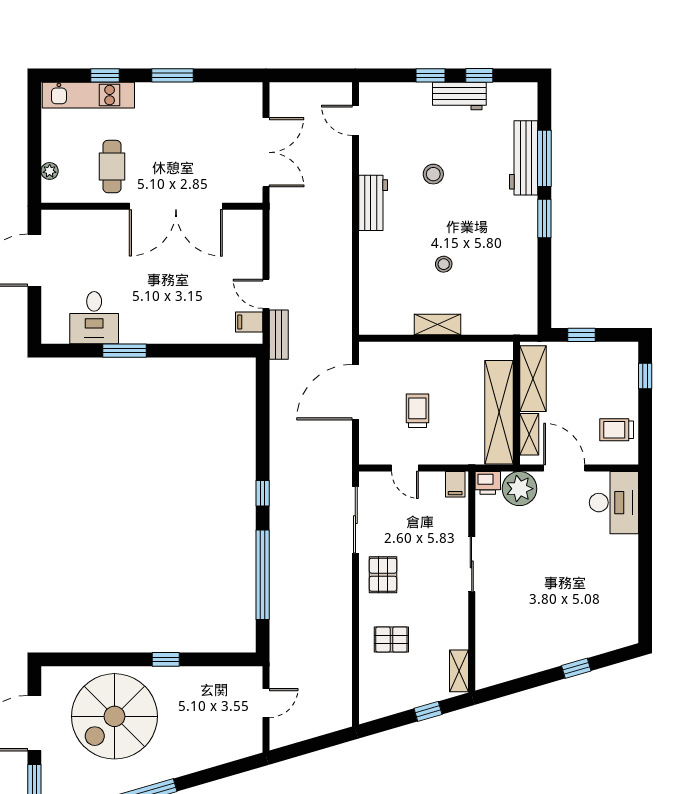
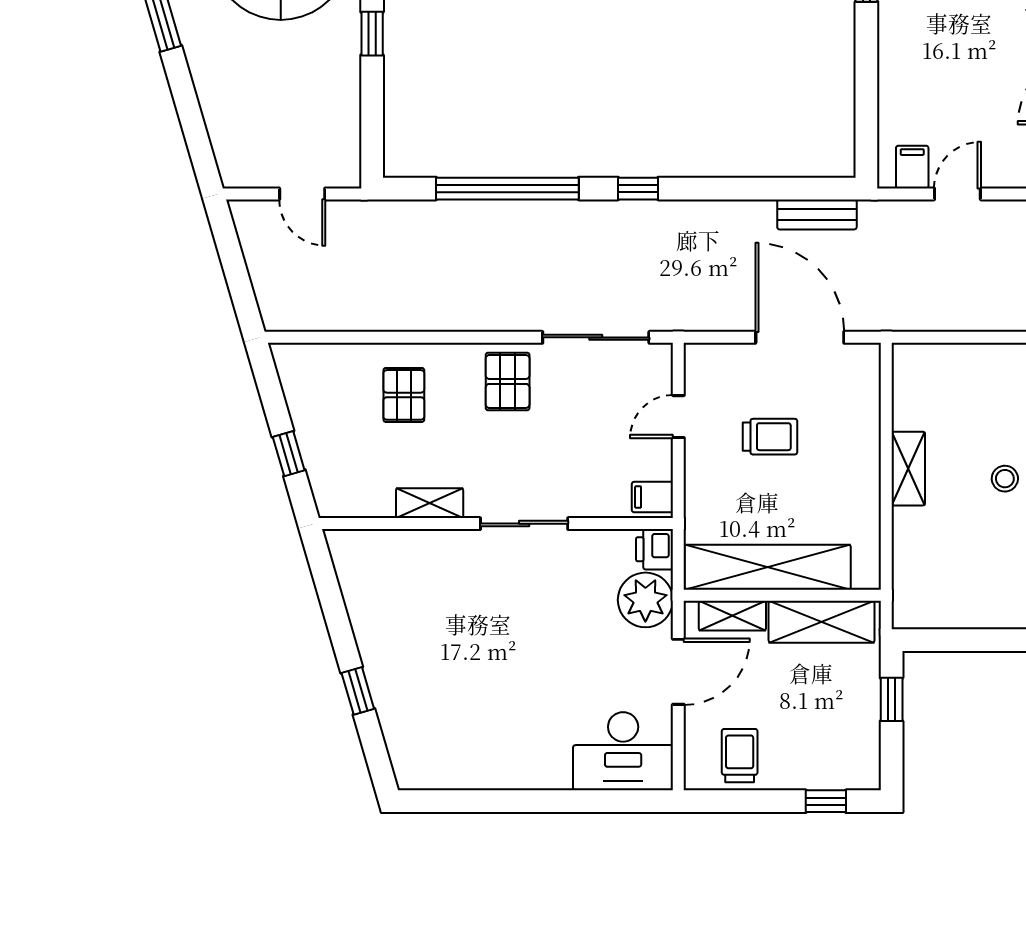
bench: (279, 335) -> (817, 214), moved
pallet: (383, 575) -> (508, 381), turned 90
shelving: (459, 671) -> (430, 503), moved

